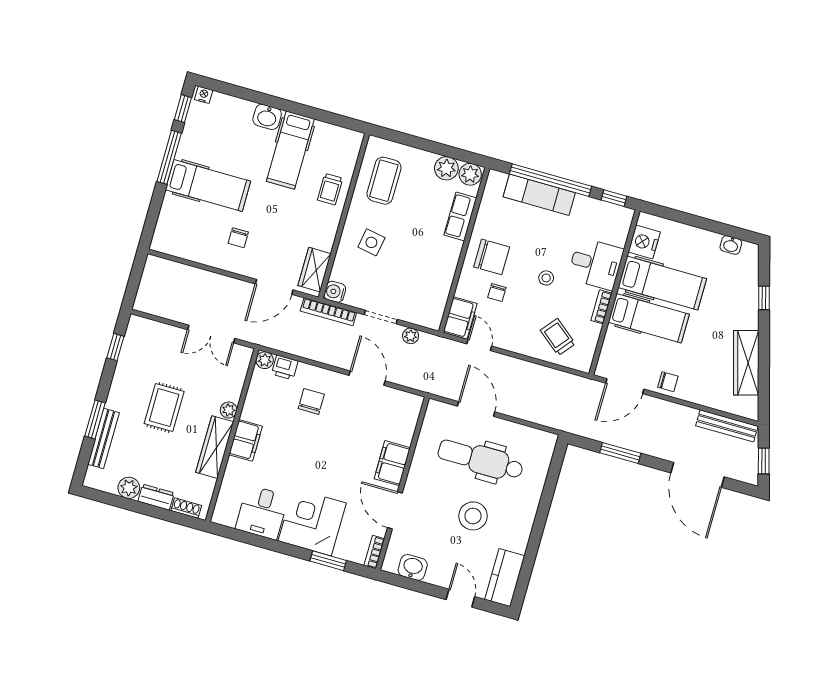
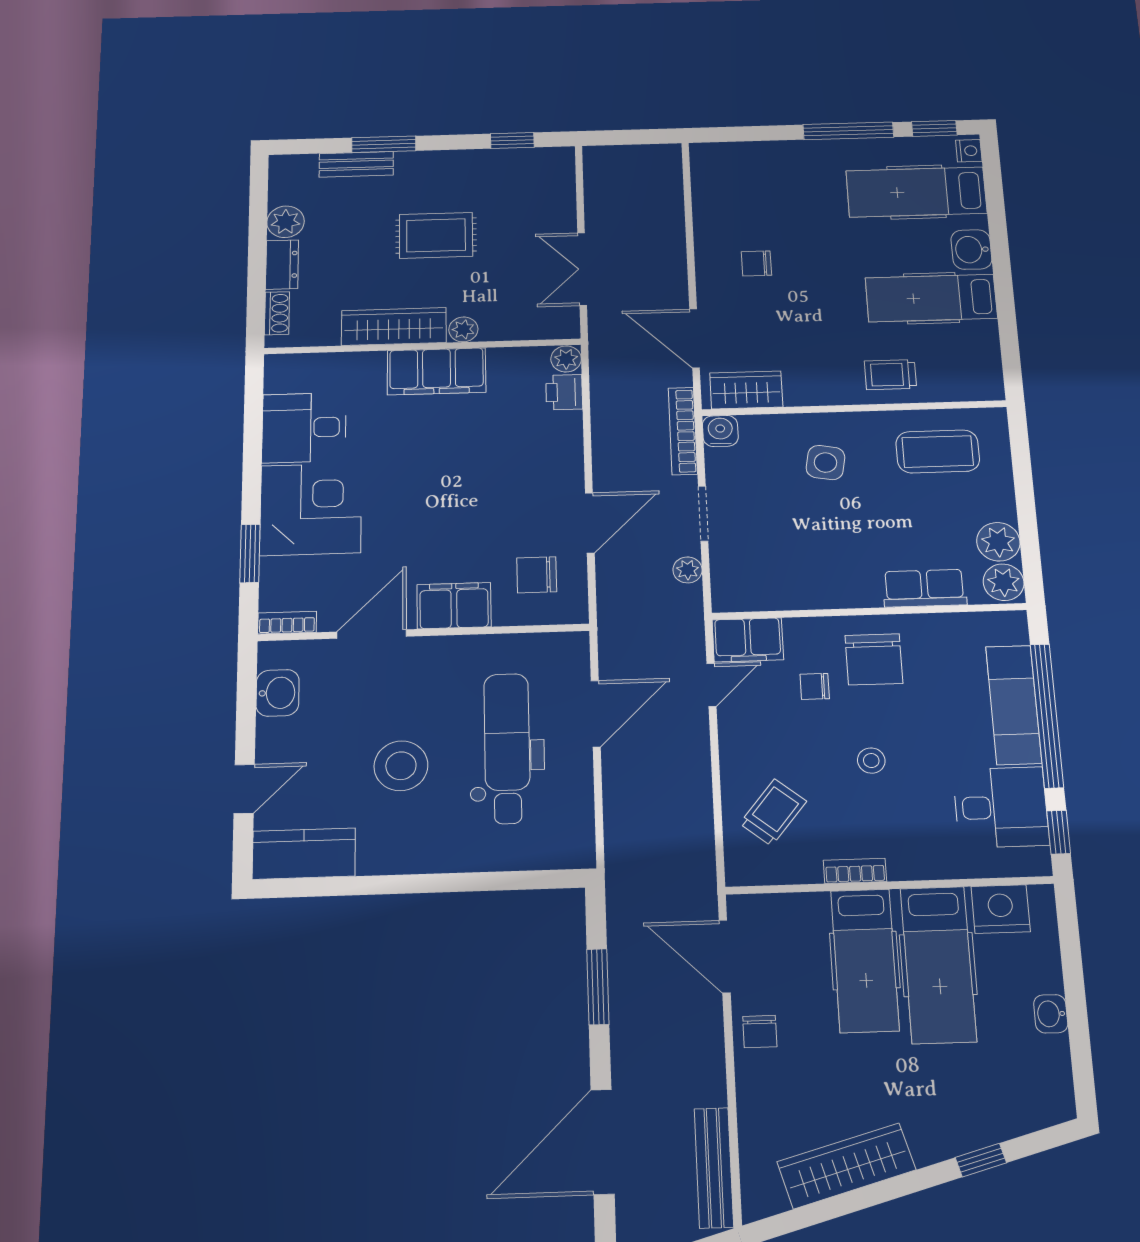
hospital bed: (208, 185) -> (916, 192), moved, turned 90
washbasin: (731, 245) -> (1051, 1014), moved
desk: (596, 264) -> (1001, 807), moved, turned -90
chair: (311, 401) -> (537, 575), moved, turned 180
bench: (103, 438) -> (356, 164), width x0.73
filing cabinet: (246, 440) -> (436, 371), width x1.50, depth x1.17

